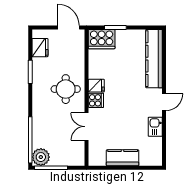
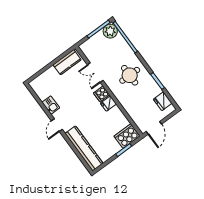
door: (69, 28) -> (154, 128), hinge flipped
round table: (66, 89) -> (130, 75), moved
double door: (86, 127) -> (95, 73), swing flipped
kitchen counter: (123, 158) -> (67, 62), moved

